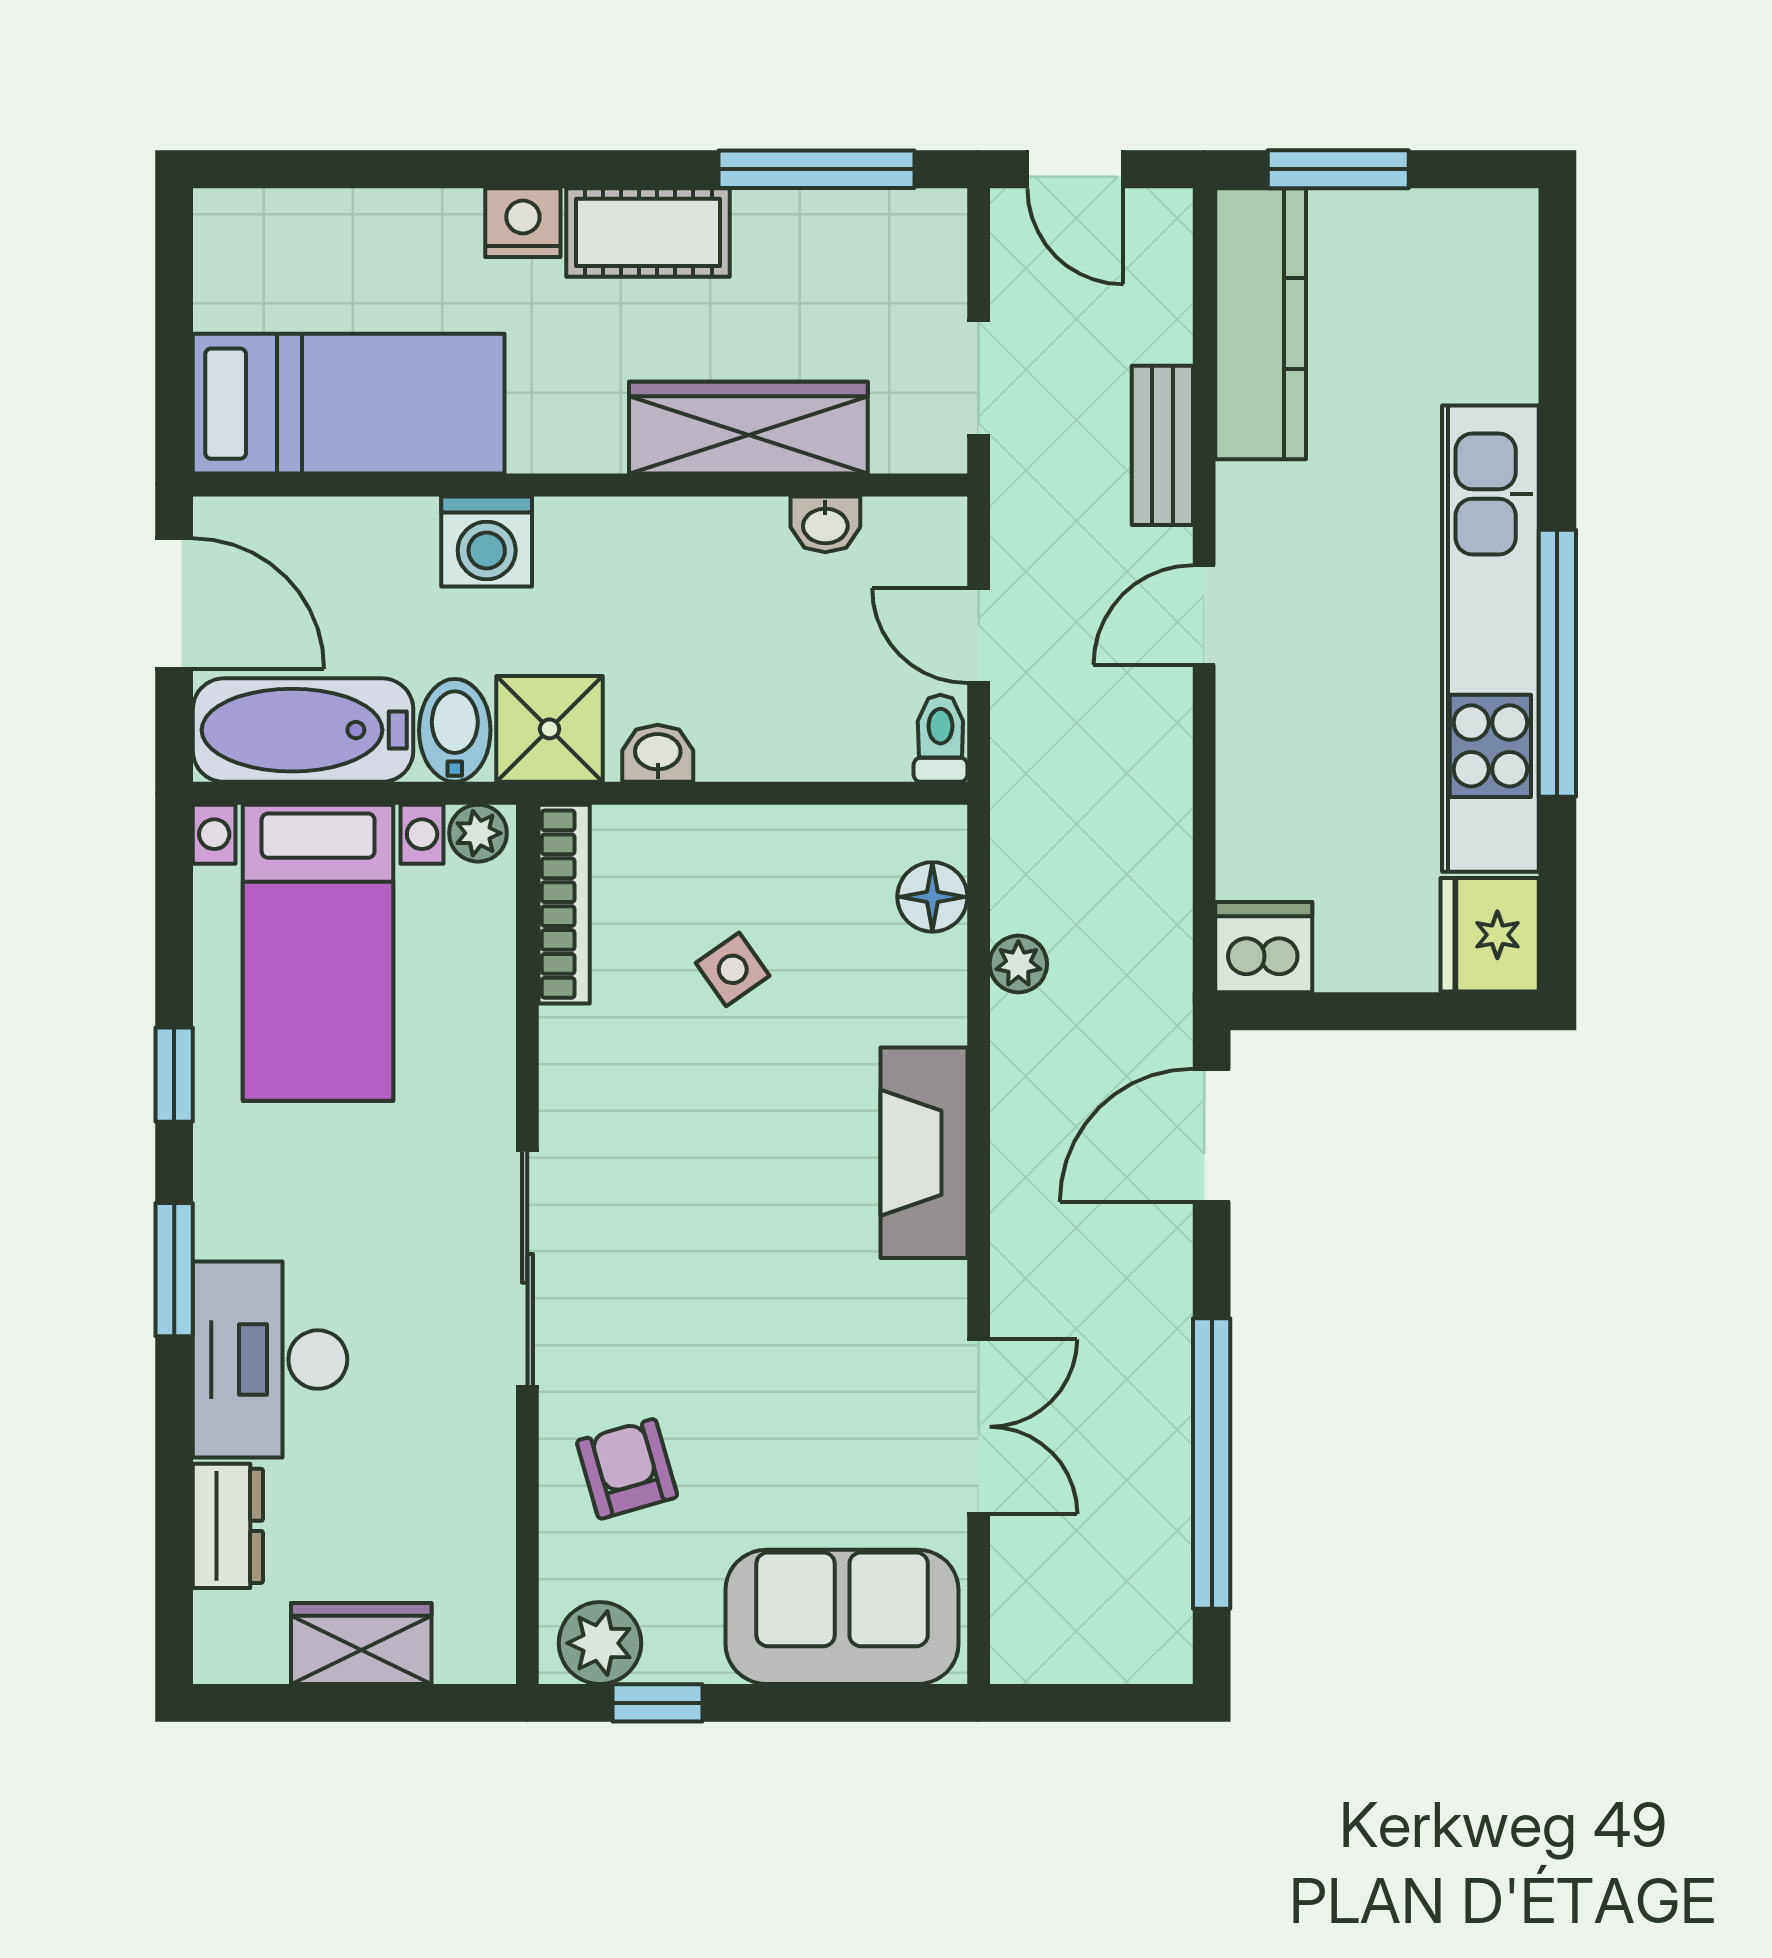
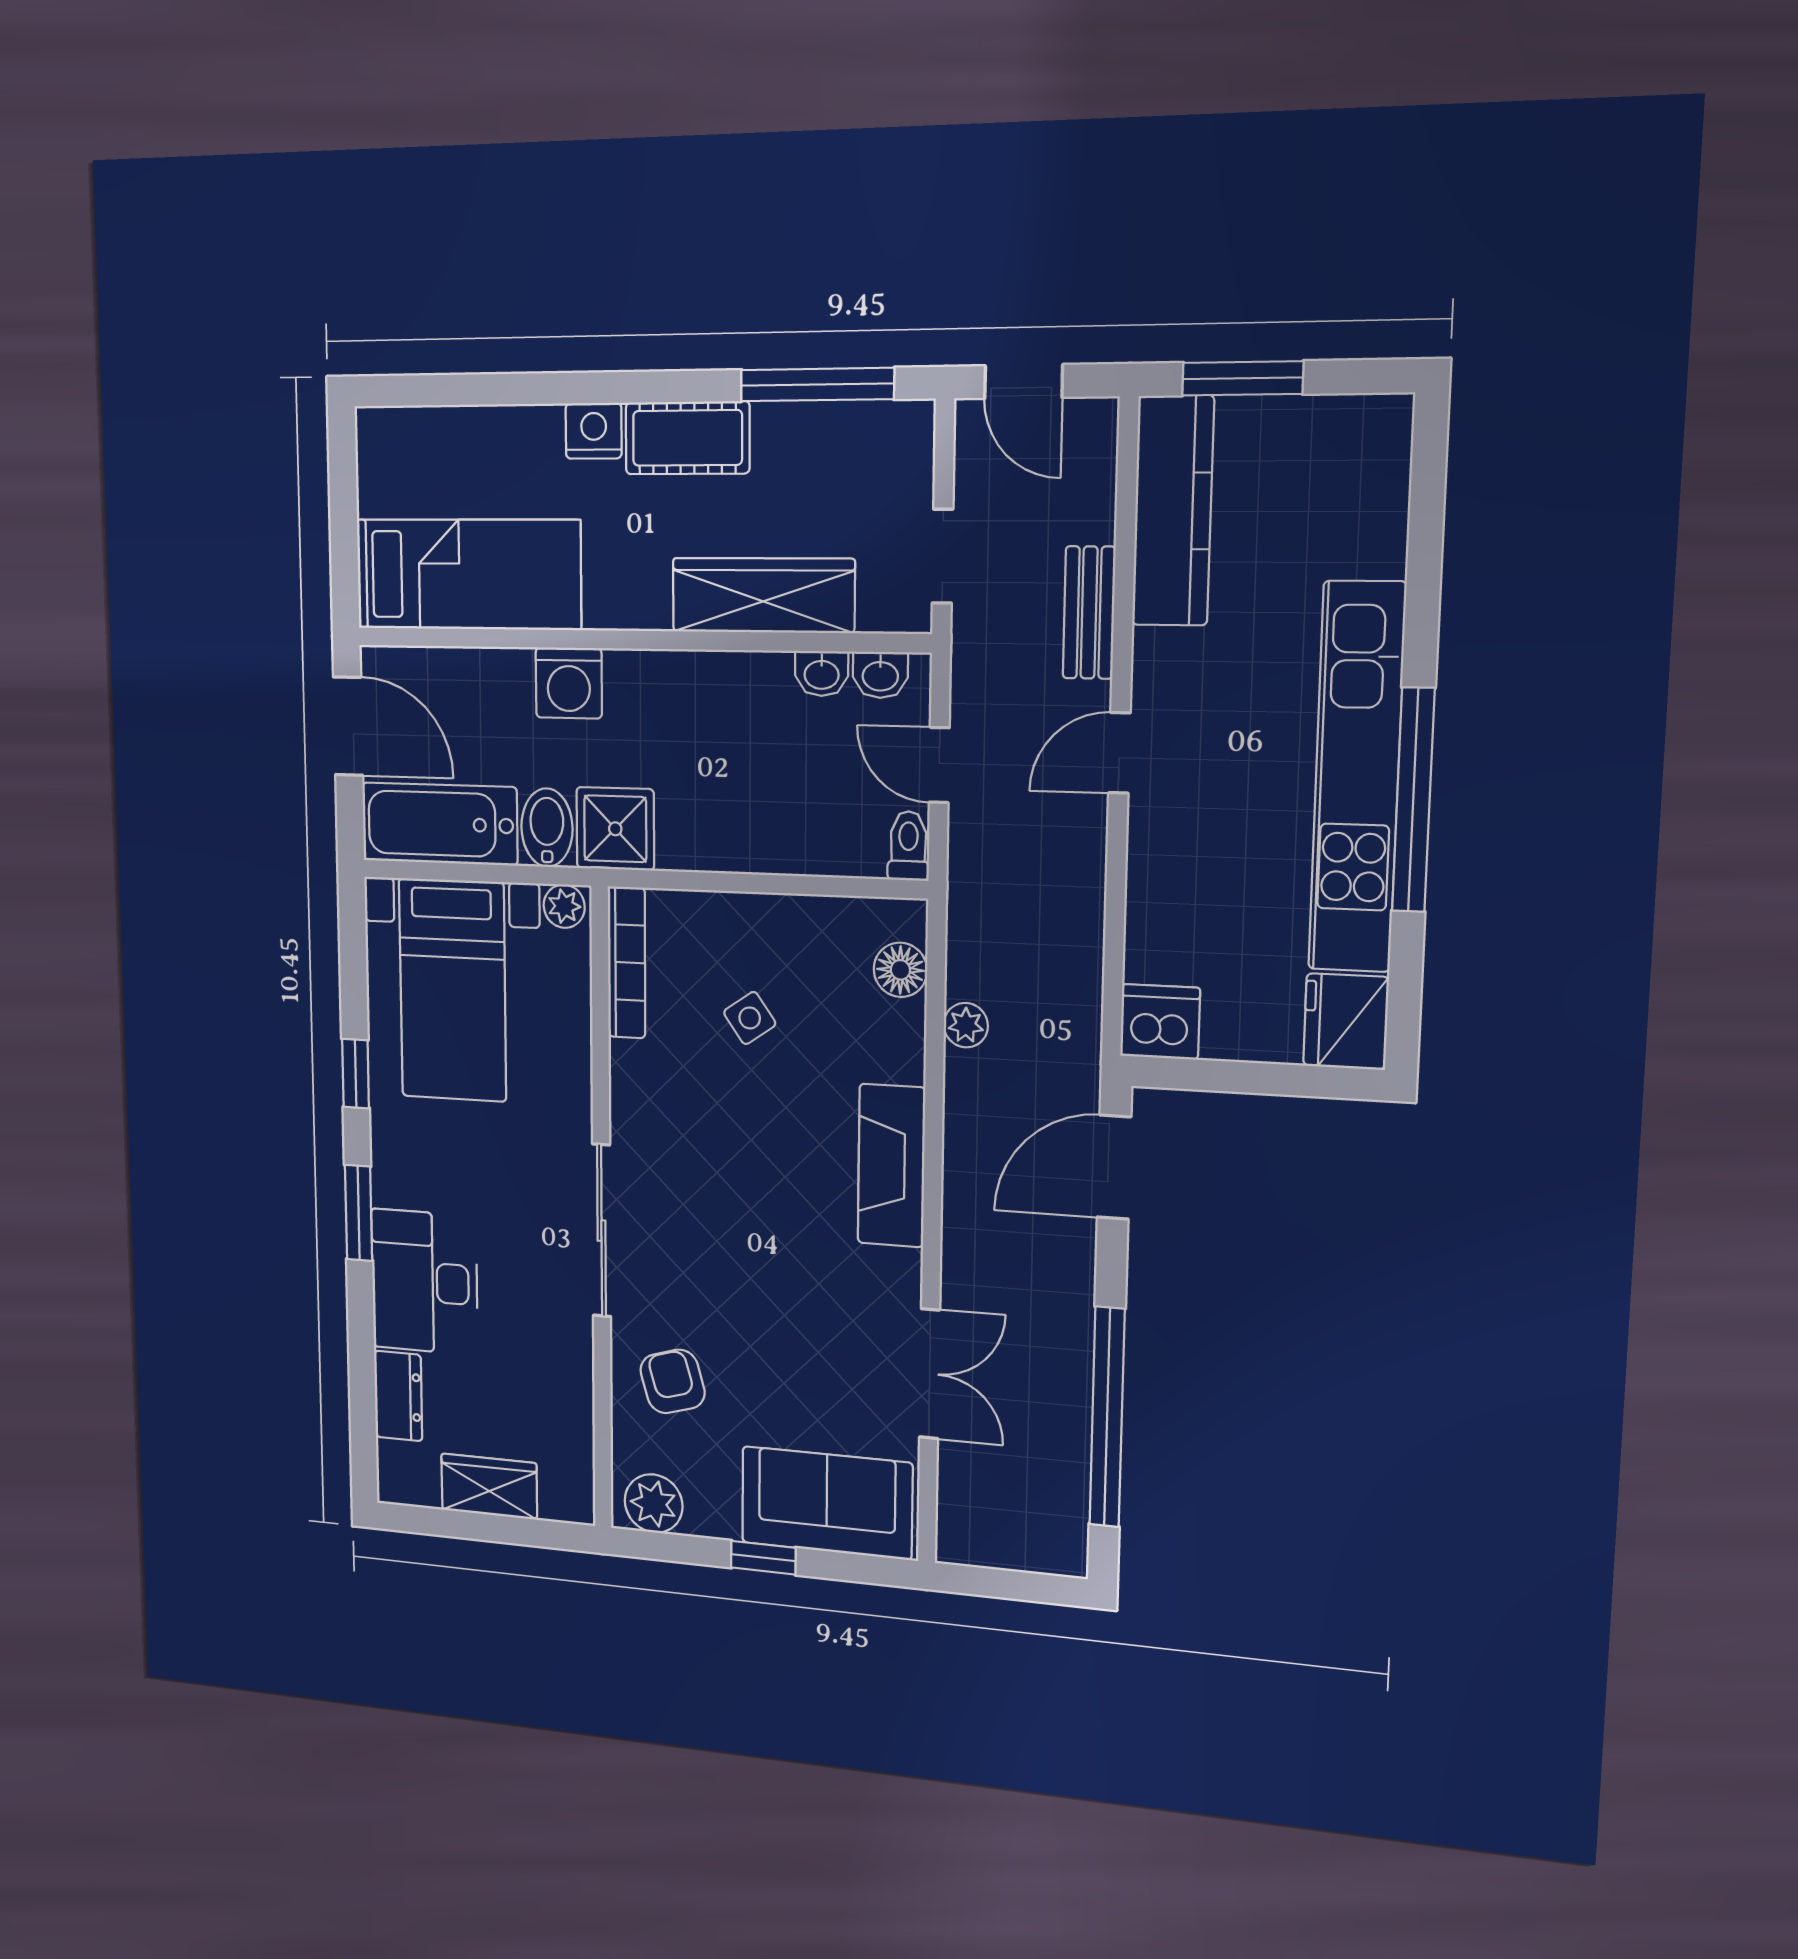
washbasin: (658, 753) -> (880, 675), moved, turned 180
window: (658, 1703) -> (763, 1558), moved

